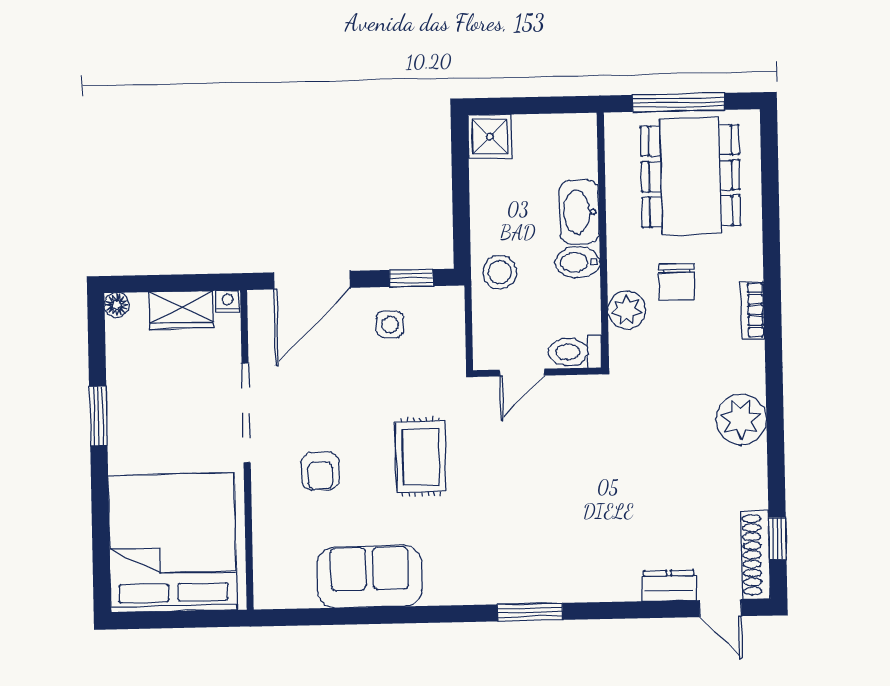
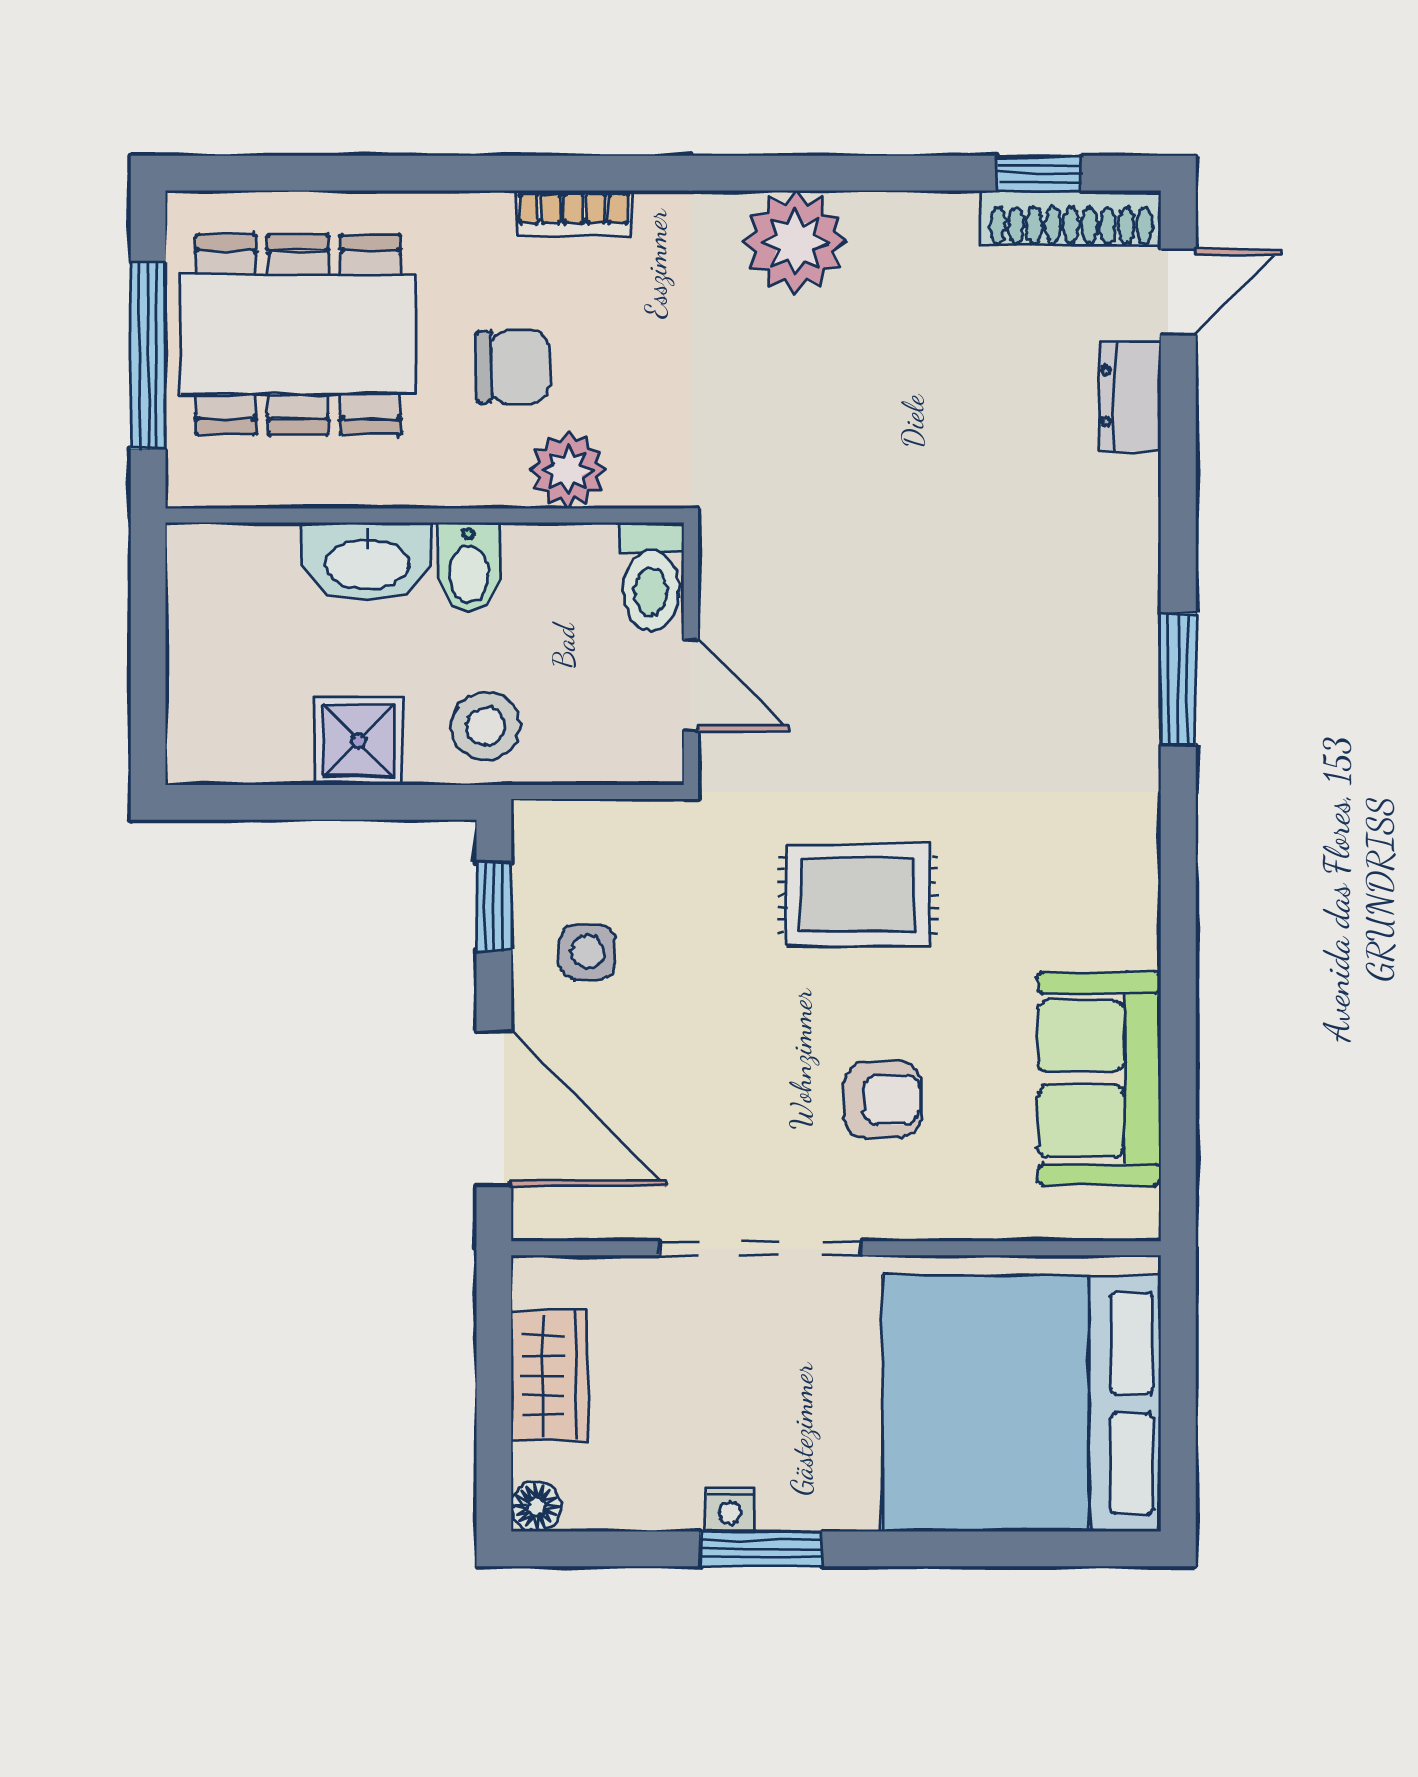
shower: (490, 137) -> (358, 741), moved
nightstand: (228, 301) -> (730, 1509), moved, turned -90
sofa: (370, 577) -> (1099, 1079), moved

